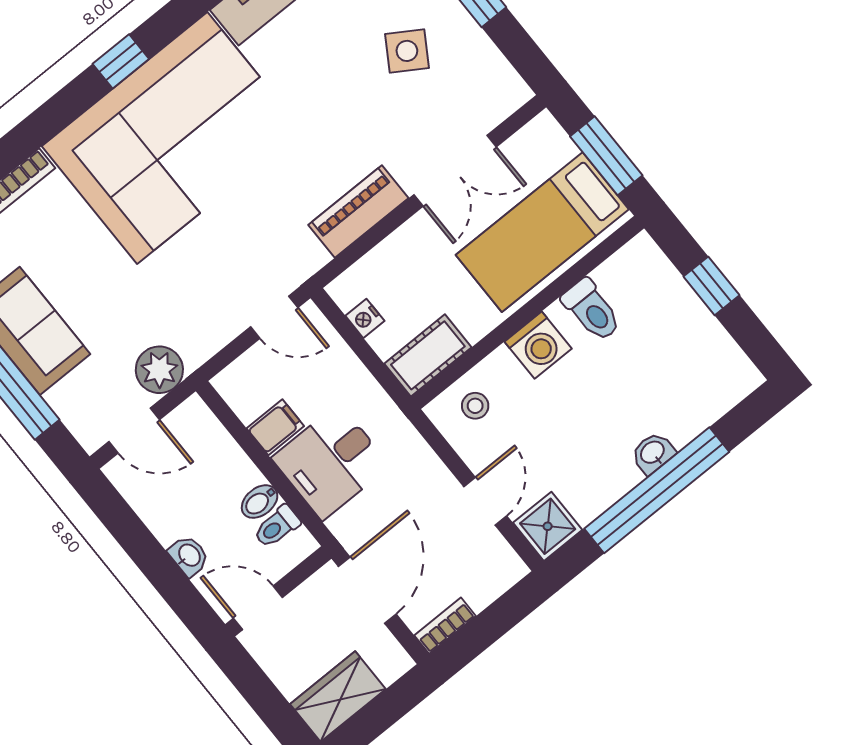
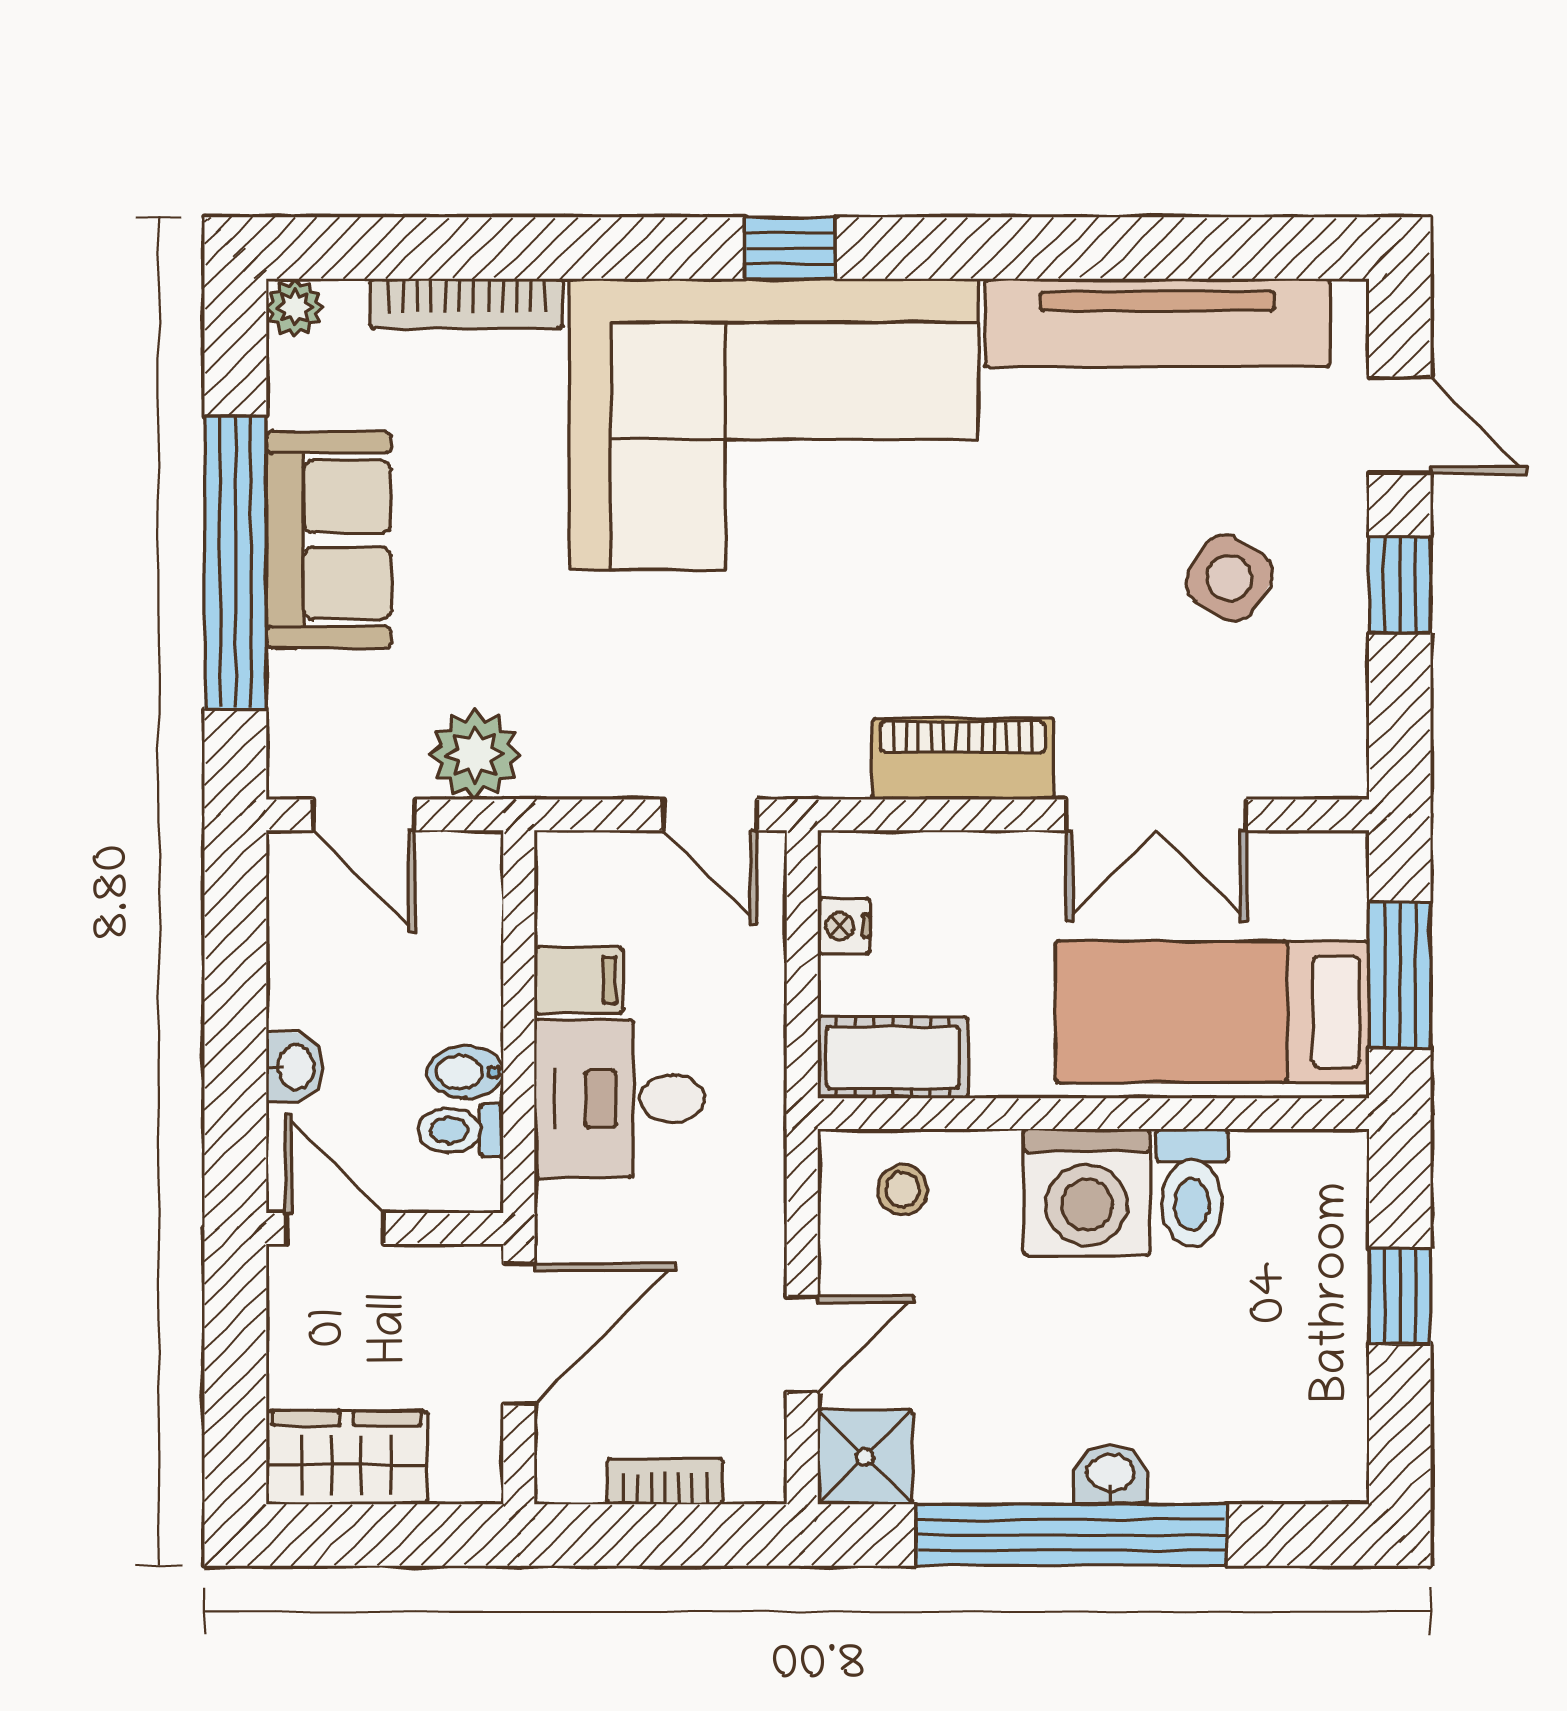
washing machine: (538, 345) -> (1087, 1192), width x1.37, depth x1.37
bookcase: (445, 626) -> (665, 1481), moved

